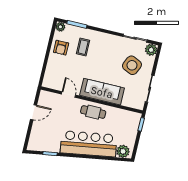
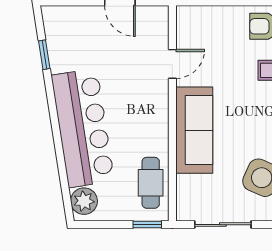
cafe table: (93, 112) -> (151, 183), moved

